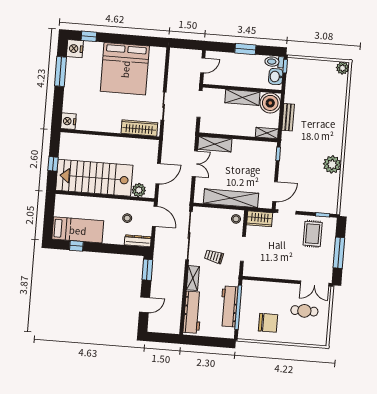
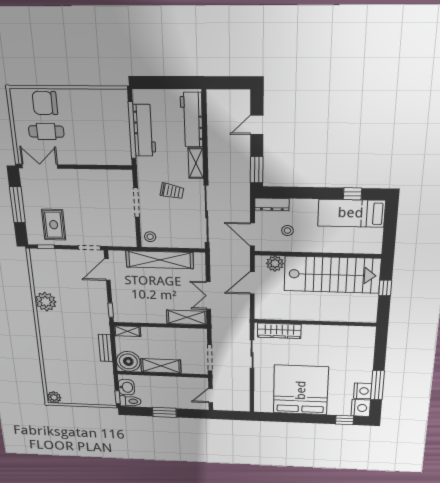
nightstand: (68, 121) -> (363, 391), moved
wardrobe: (260, 219) -> (121, 238), removed
chair: (268, 323) -> (45, 103), moved

